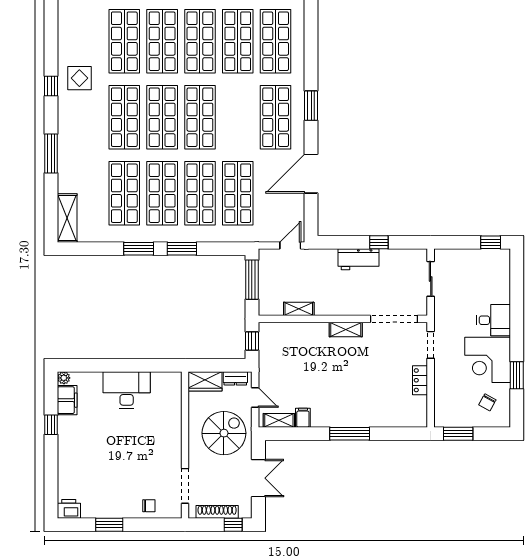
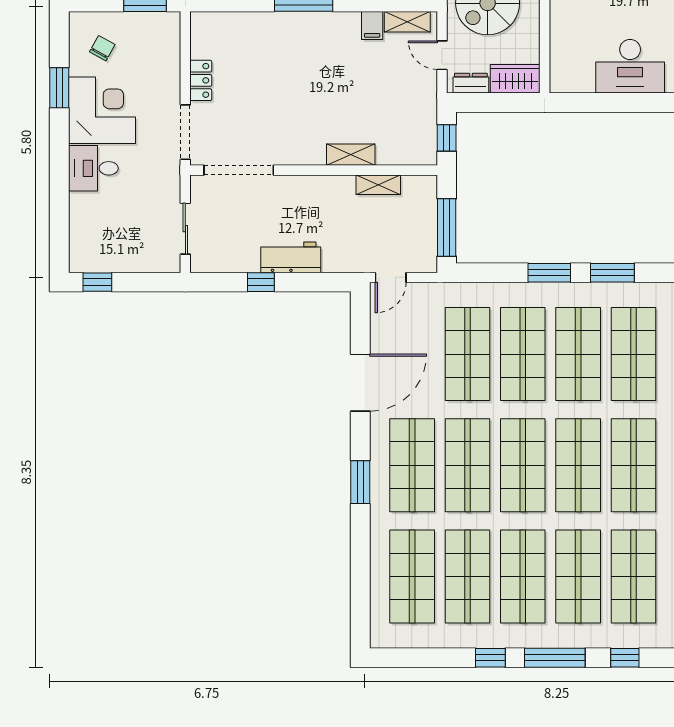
shop shelf: (238, 117) -> (467, 465), added
shelving: (346, 329) -> (351, 155), moved
doorway: (431, 345) -> (185, 132), width x1.38

